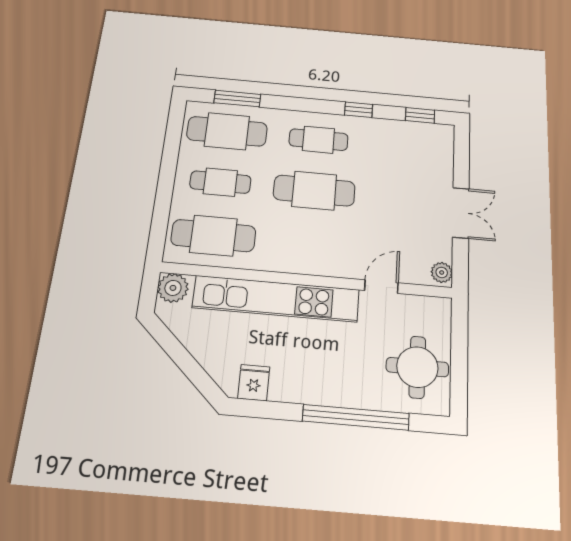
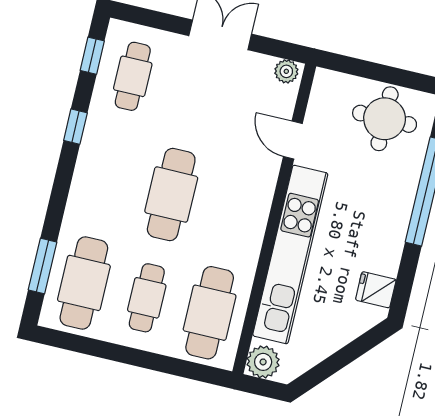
cafe table: (319, 140) -> (133, 76), moved

